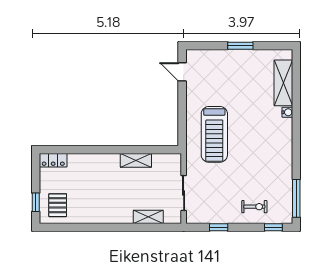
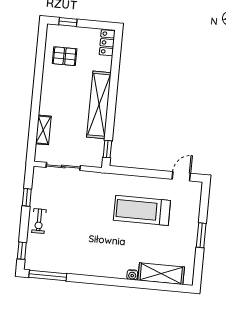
treadmill: (214, 134) -> (142, 210), moved
window: (162, 150) -> (107, 149), added
shelving: (136, 160) -> (99, 105), width x2.20, depth x1.33
pallet: (58, 205) -> (65, 56), moved
exercise bike: (254, 207) -> (39, 221), moved

